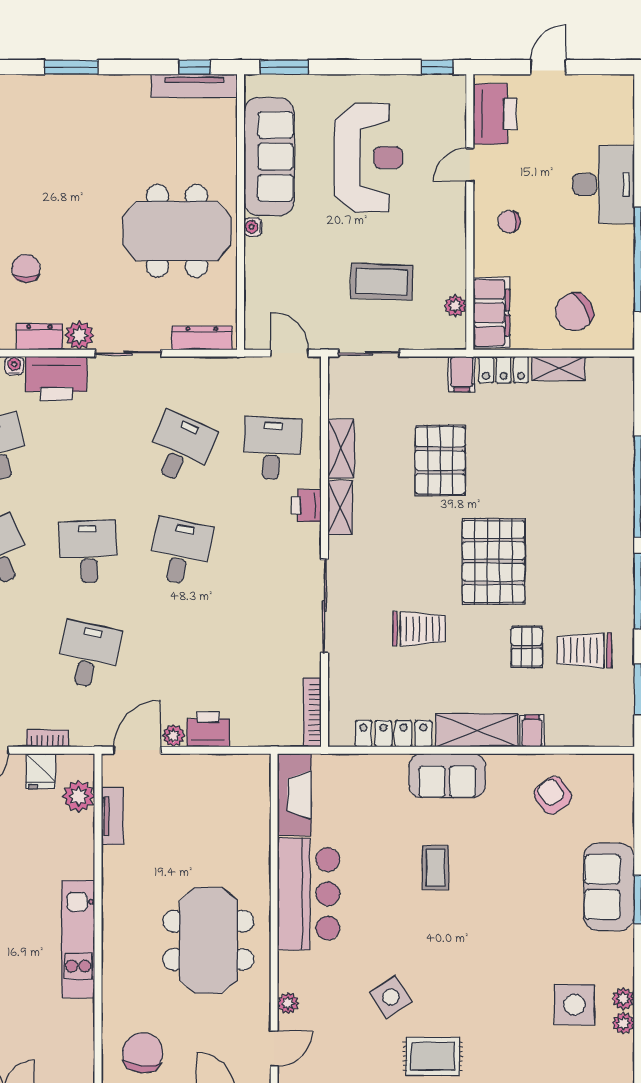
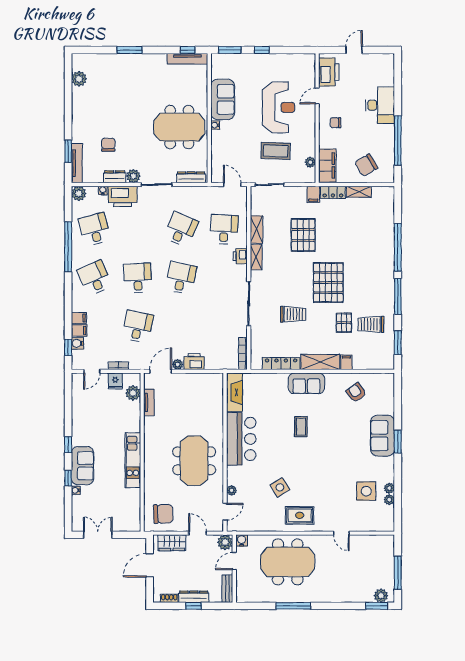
window: (437, 67) -> (262, 50), moved
sofa: (269, 157) -> (223, 99), width x0.73
reception desk: (368, 158) -> (279, 107), moved
chair: (143, 1053) -> (163, 514), turned 83

